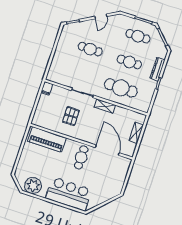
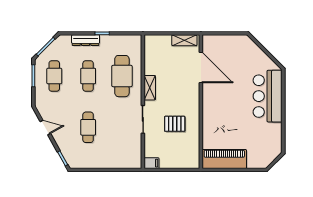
shelving: (136, 133) -> (184, 40), moved
piano: (47, 139) -> (224, 159), moved, turned -90
door: (107, 150) -> (201, 68), swing flipped
cafe table: (81, 157) -> (220, 96), removed
plant: (33, 186) -> (272, 142), removed

